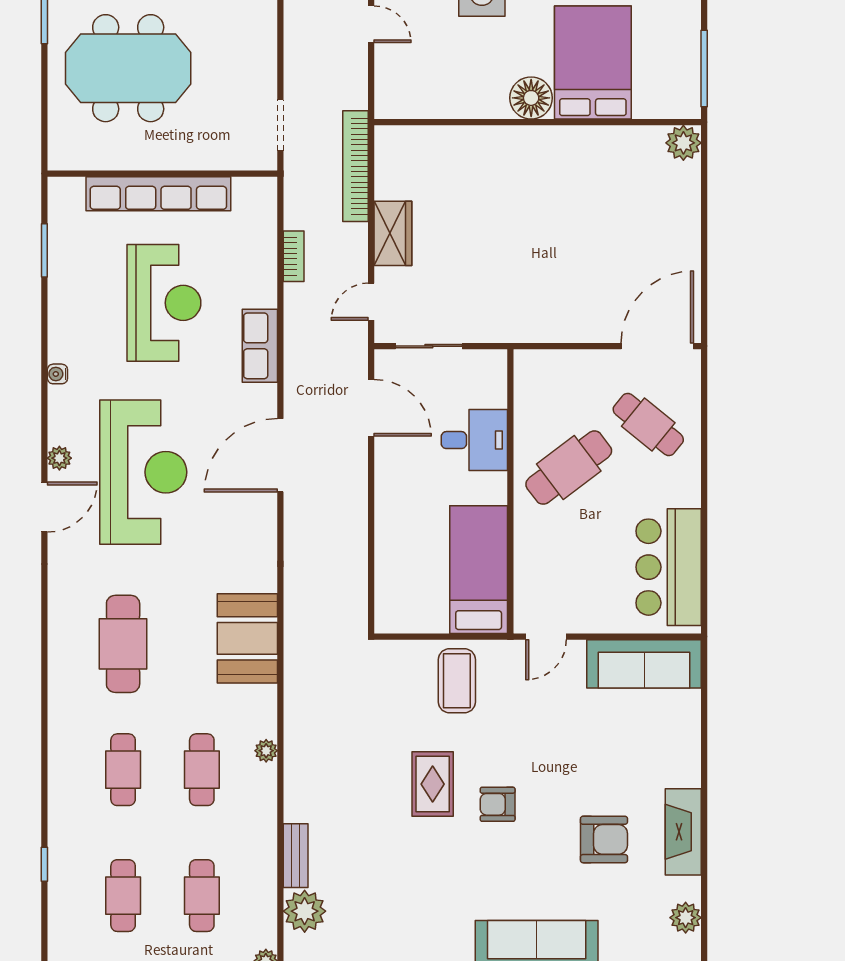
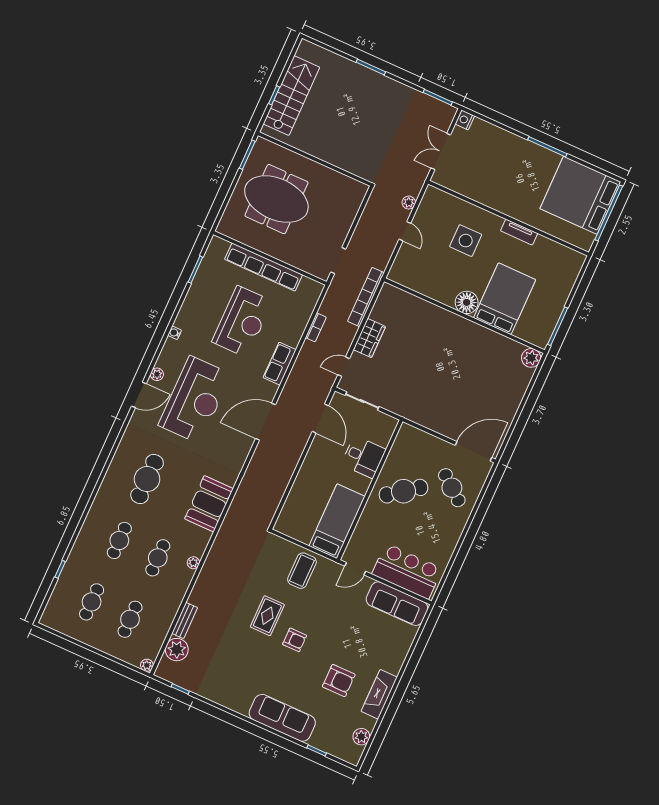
bar counter: (669, 567) -> (407, 571), moved, turned 90
armchair: (498, 804) -> (295, 640), turned 180

